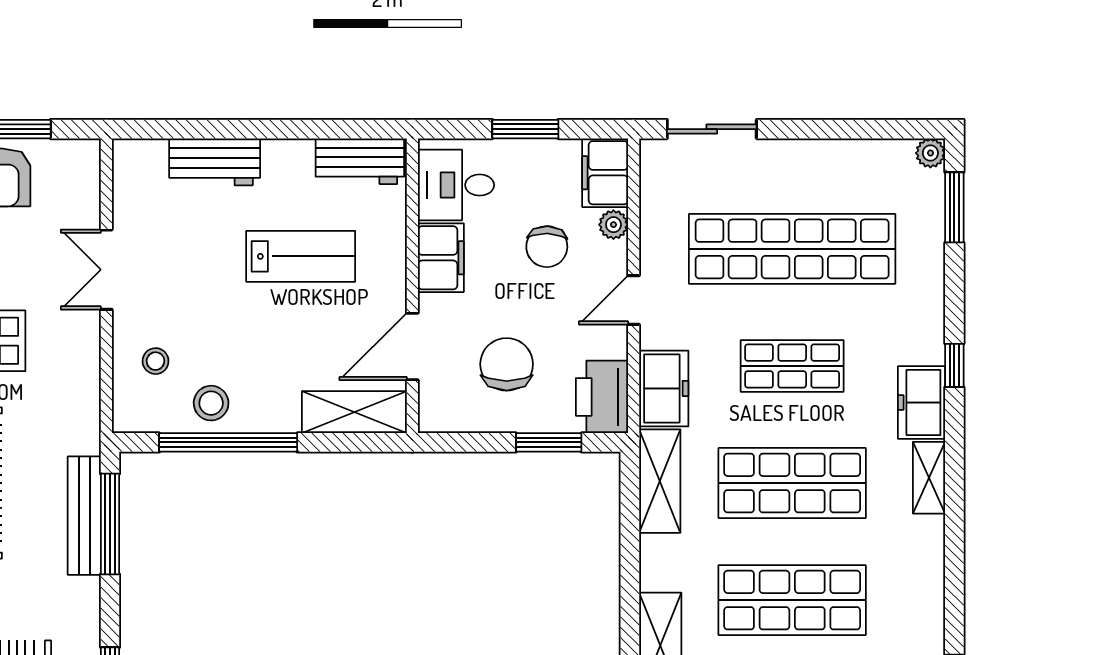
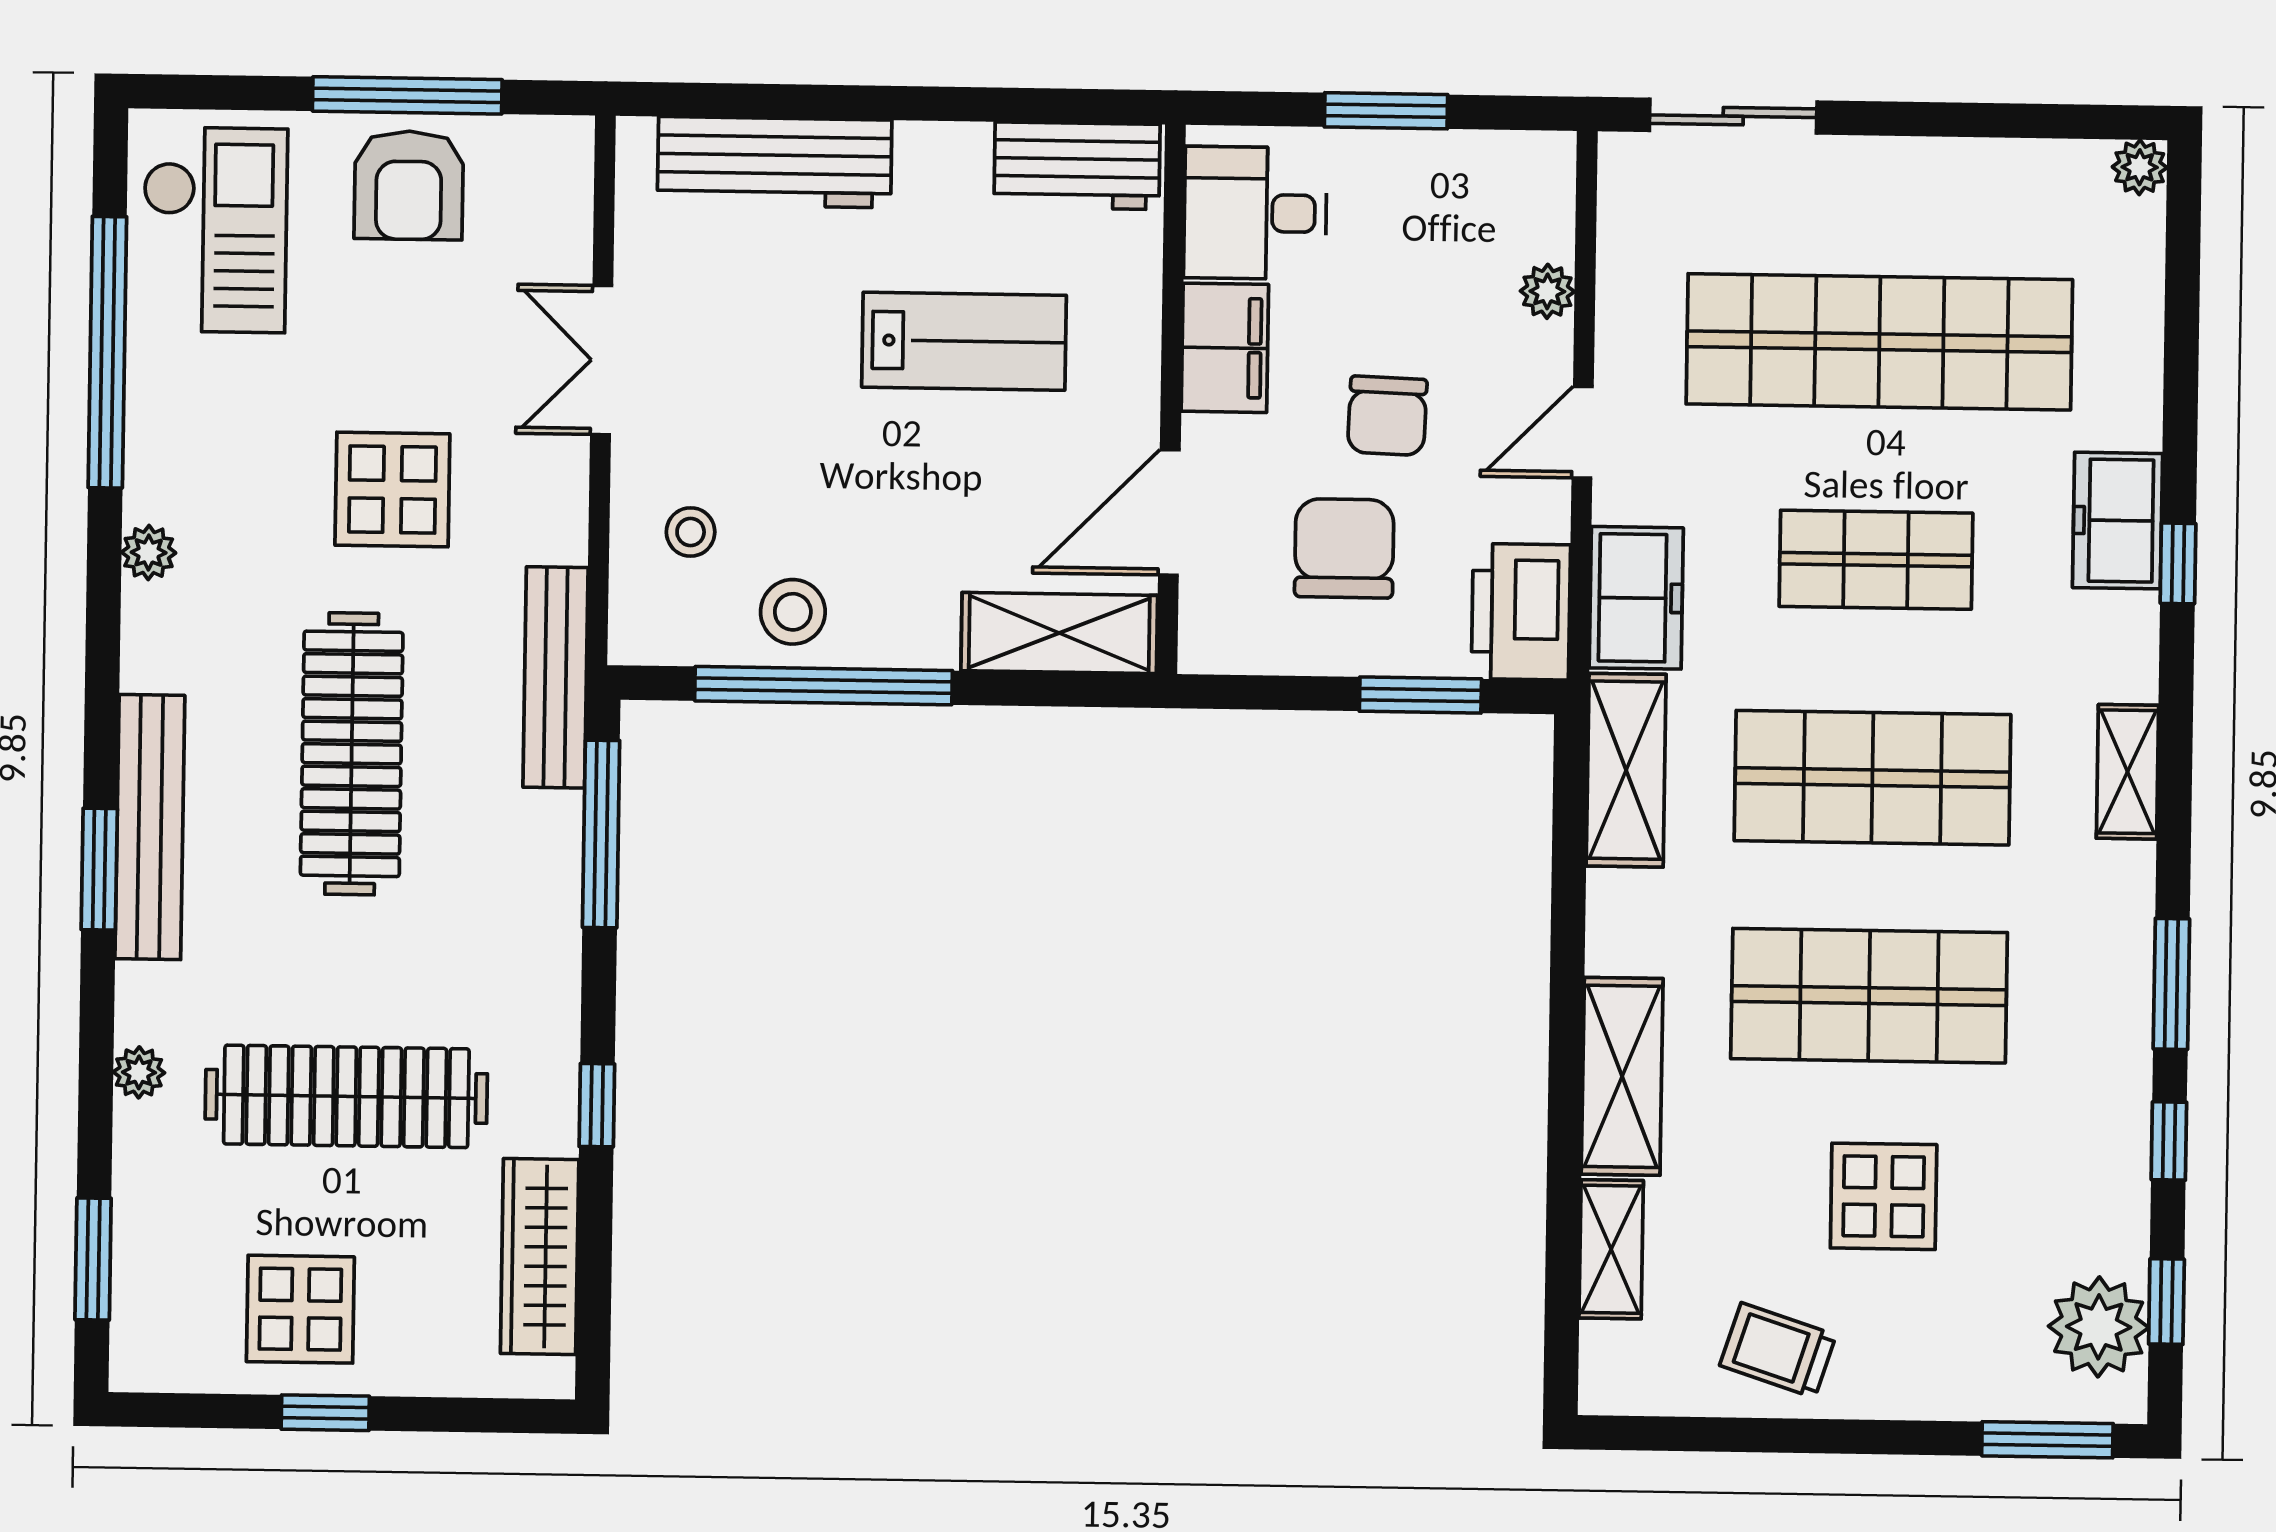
workbench: (215, 162) -> (775, 162), width x1.38
filing cabinet: (605, 173) -> (1533, 194), removed
window: (954, 207) -> (2171, 984), moved
chair: (547, 247) -> (1387, 416), moved
freezer: (922, 403) -> (2118, 521), moved
bench: (84, 516) -> (556, 677), moved

